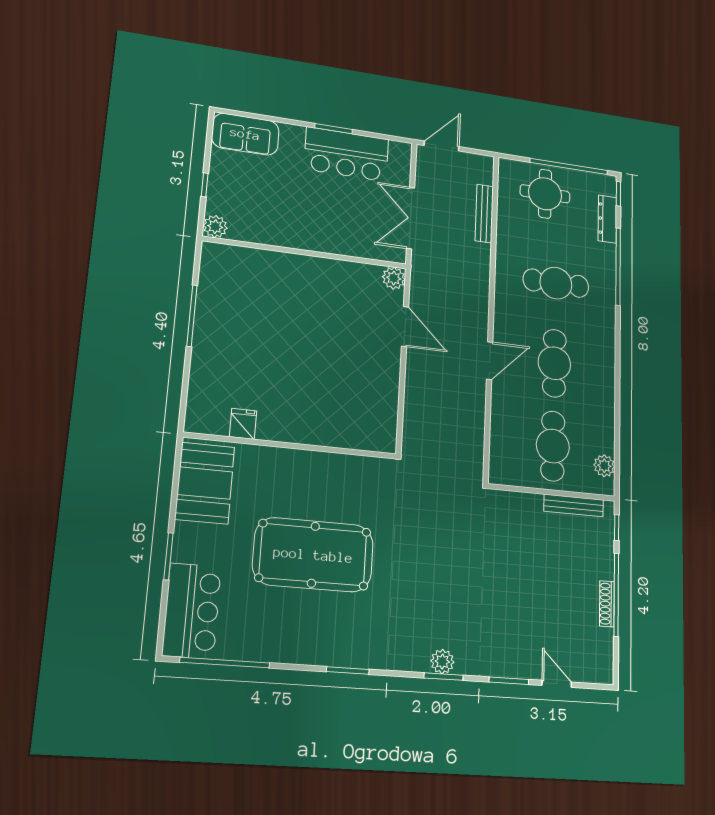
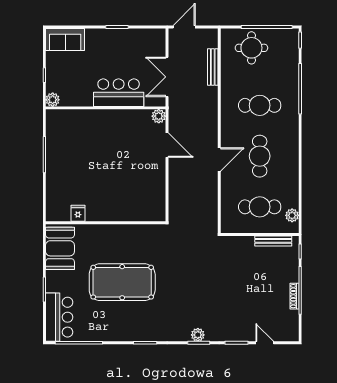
bar counter: (347, 154) -> (119, 93), moved, turned 180
dresser: (607, 219) -> (293, 58), removed
cafe table: (553, 446) -> (260, 207), turned 90

